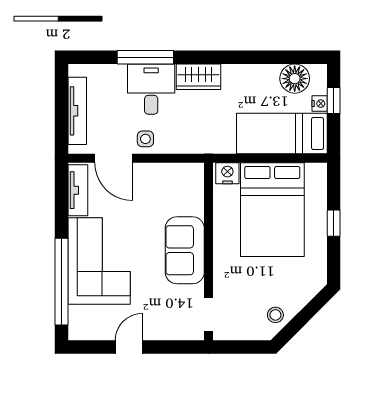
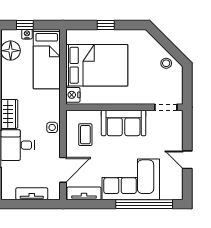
tv unit: (77, 111) -> (32, 194), width x0.71
side table: (145, 139) -> (52, 127), moved
coffee table: (167, 192) -> (85, 135), added

